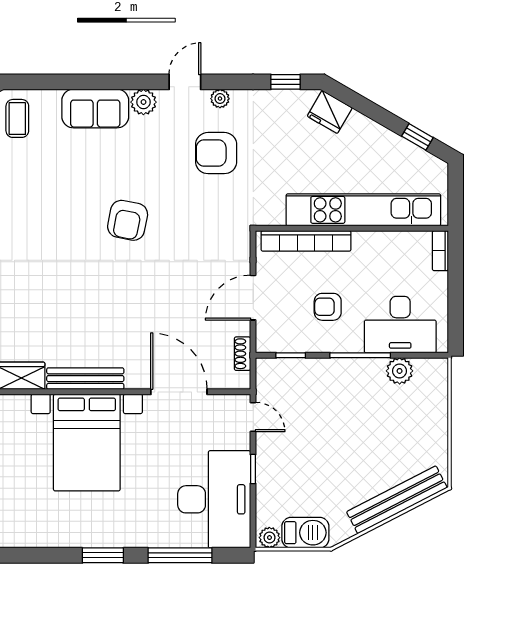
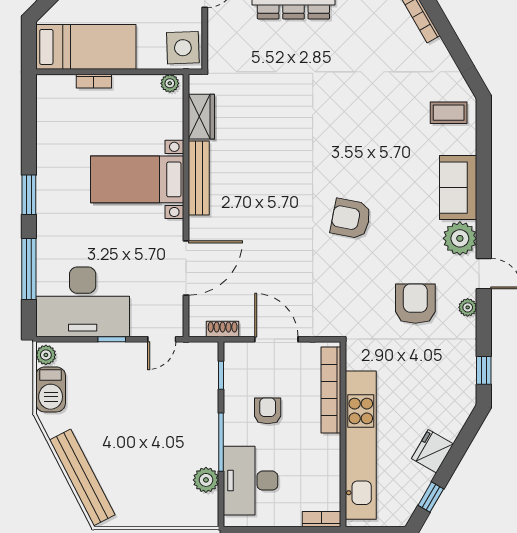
plant: (143, 102) -> (460, 238), width x1.36, depth x1.36
fridge: (330, 112) -> (433, 451), moved
bed with nightstands: (87, 443) -> (137, 179), width x0.73

